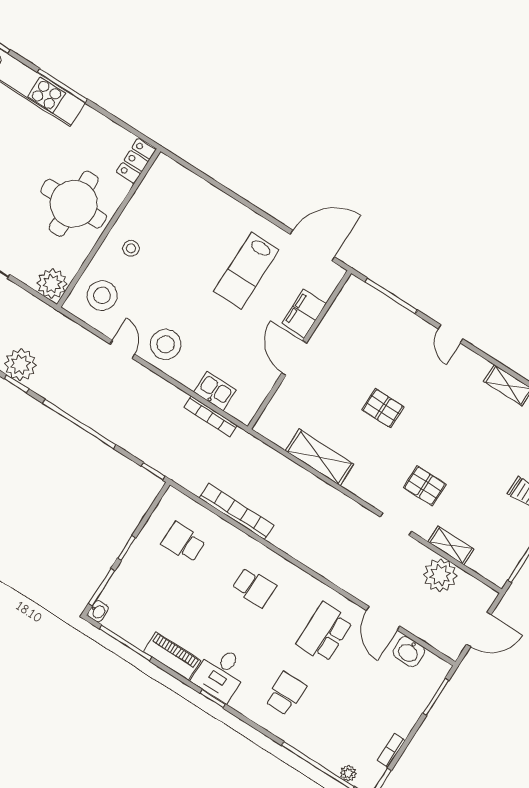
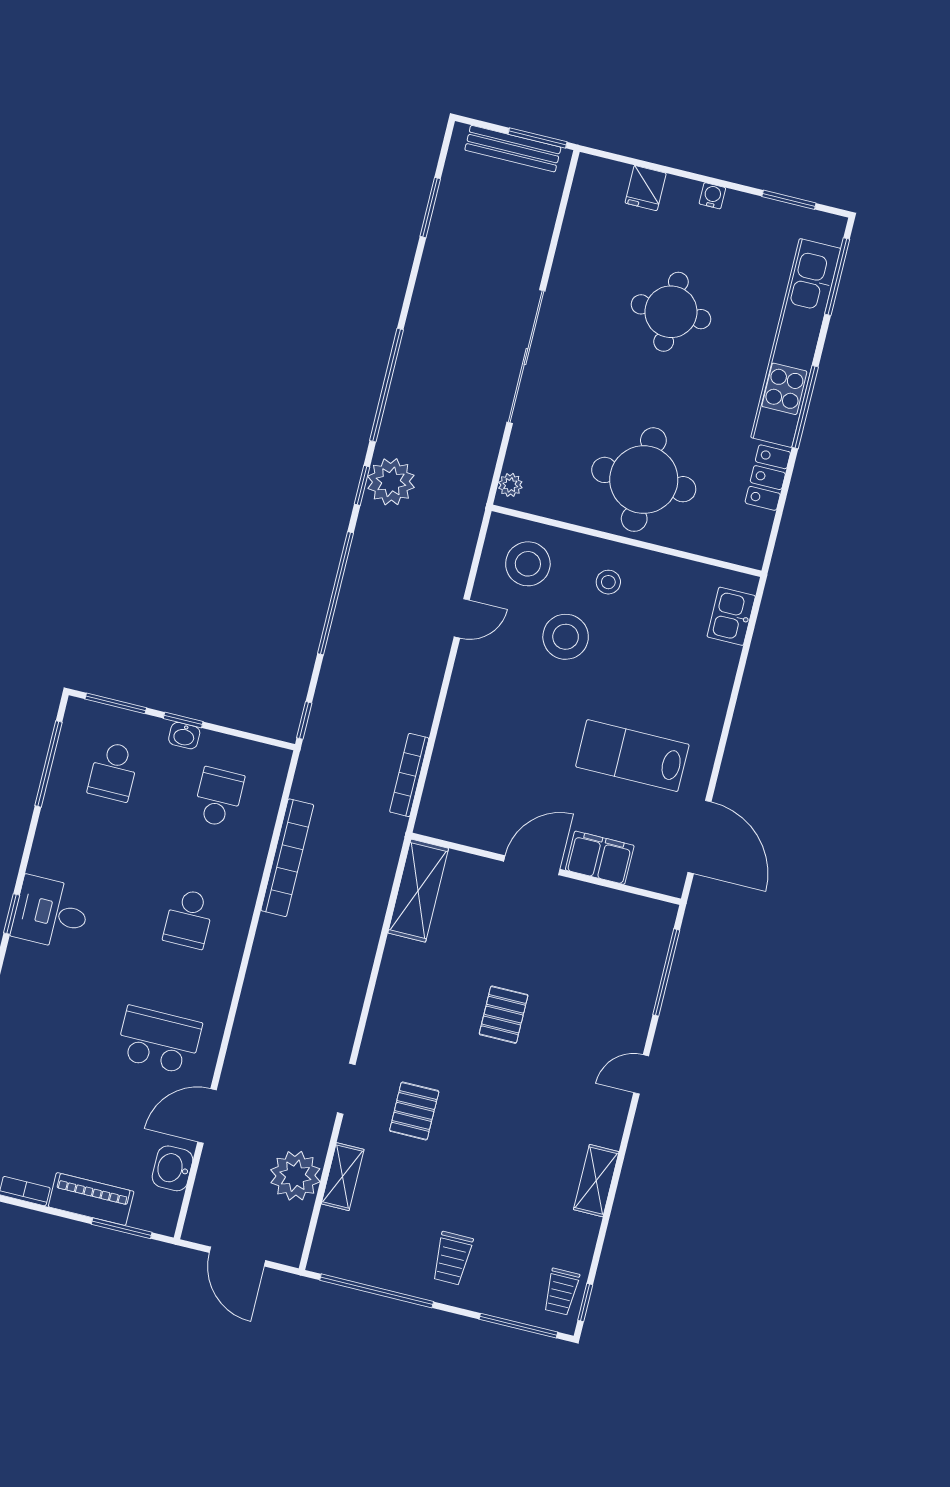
locker: (136, 161) -> (768, 478), moved, turned -90
plant: (52, 284) -> (510, 485), width x0.53, depth x0.53
stool: (166, 344) -> (566, 637), moved
kitchen sink: (215, 391) -> (731, 616), moved, turned 180
shelving: (320, 457) -> (418, 891), moved
washbasin: (98, 611) -> (184, 736), moved
piano: (172, 656) -> (91, 1199), moved, turned -90
school desk: (285, 694) -> (113, 771), moved, turned 90

